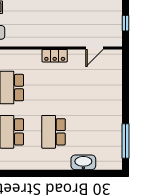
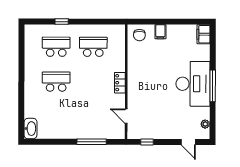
window: (125, 141) -> (92, 142), moved
washbasin: (83, 162) -> (31, 129), moved

